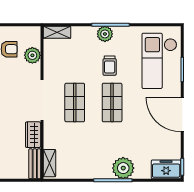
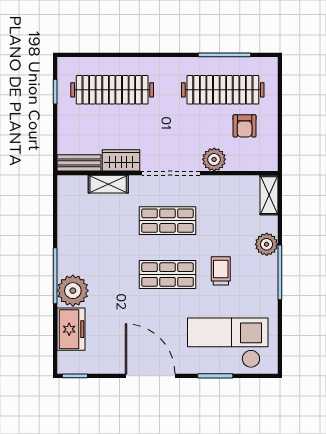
plant: (105, 34) -> (267, 244), moved
plant: (32, 55) -> (214, 159), moved
trolley: (110, 66) -> (221, 271), turned 90
door: (182, 115) -> (150, 376), hinge flipped
shelving: (49, 163) -> (108, 184), moved
freezer: (166, 169) -> (71, 329), moved

